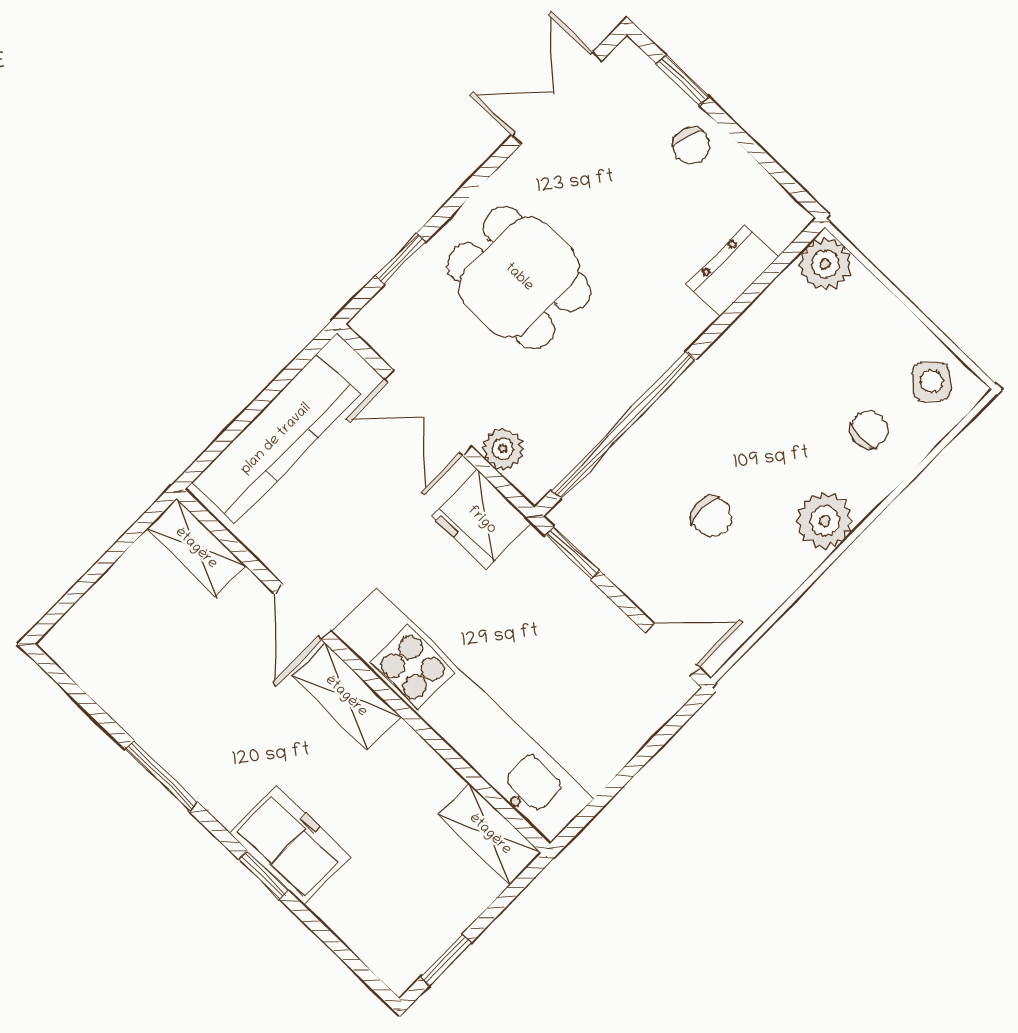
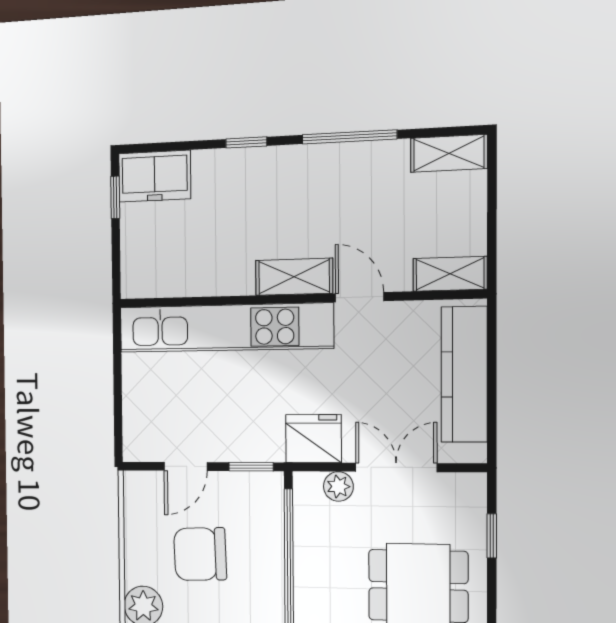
chair: (711, 516) -> (200, 554), width x1.87, depth x1.87
door: (672, 650) -> (186, 466), moved
window: (161, 776) -> (349, 137), width x1.44
shelving: (490, 834) -> (449, 153), moved
freezer: (290, 845) -> (155, 176), moved

